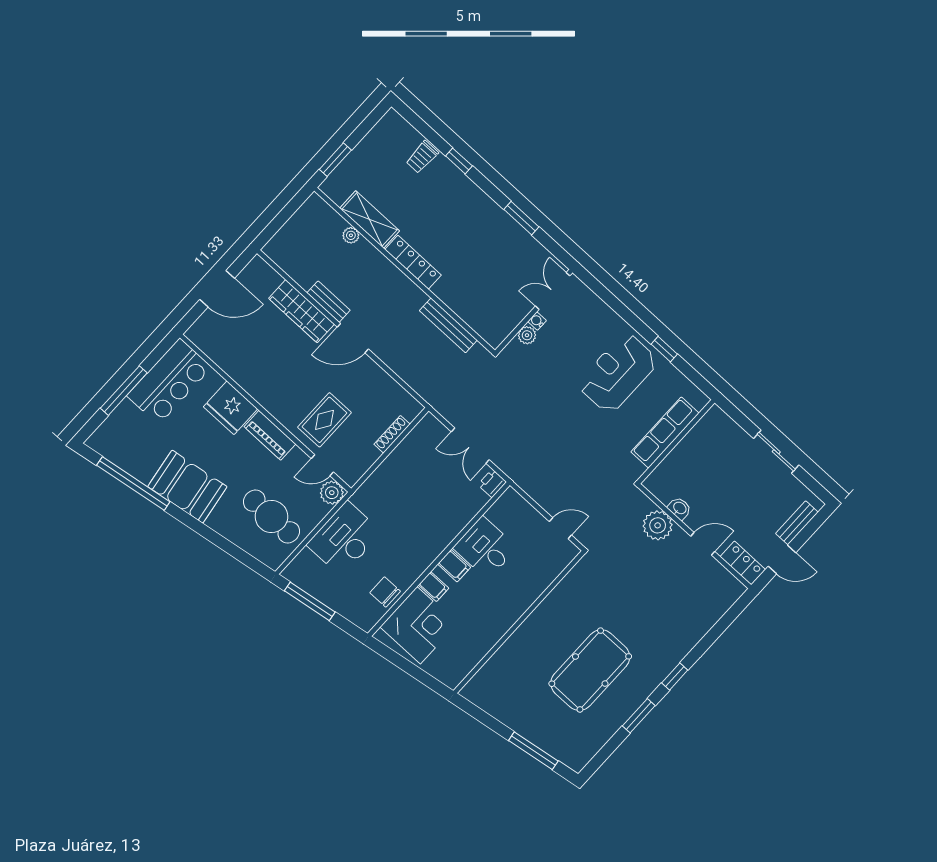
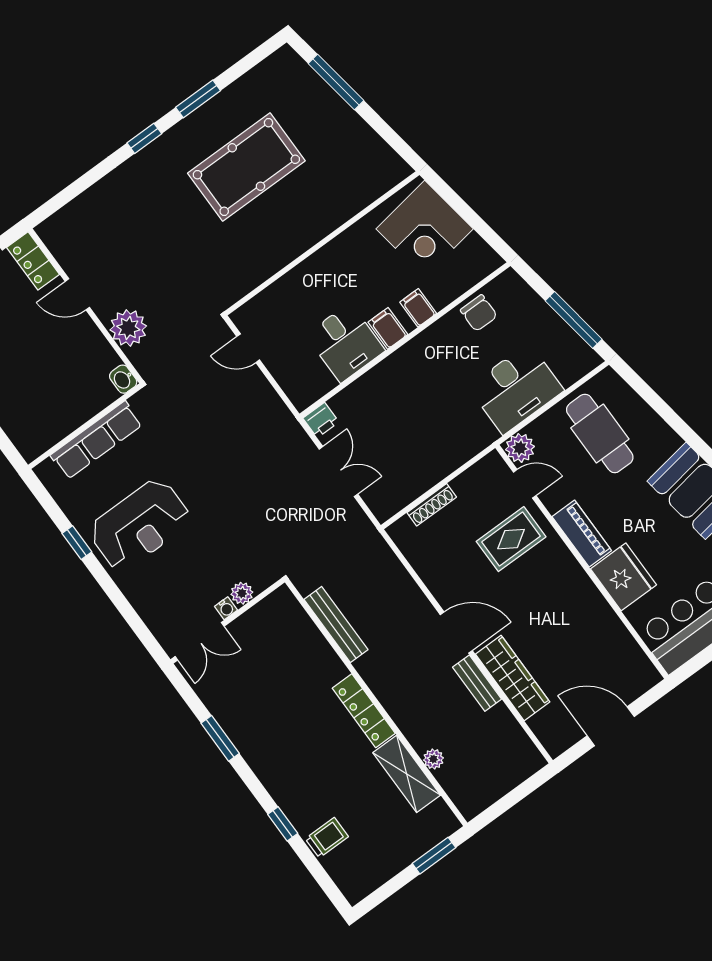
washbasin: (680, 508) -> (123, 379), moved
corner desk: (419, 625) -> (425, 229), moved, turned -99

